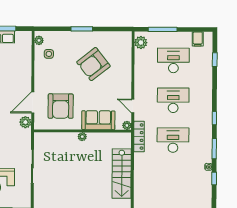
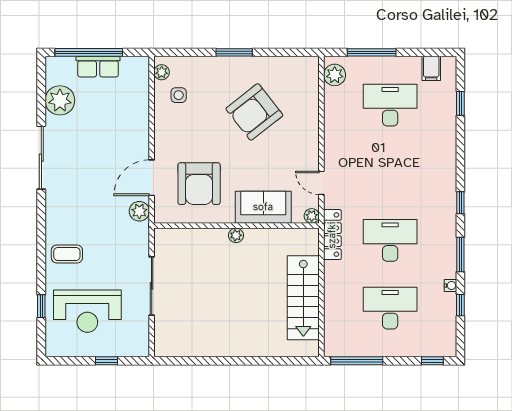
desk: (173, 100) -> (390, 308), moved

